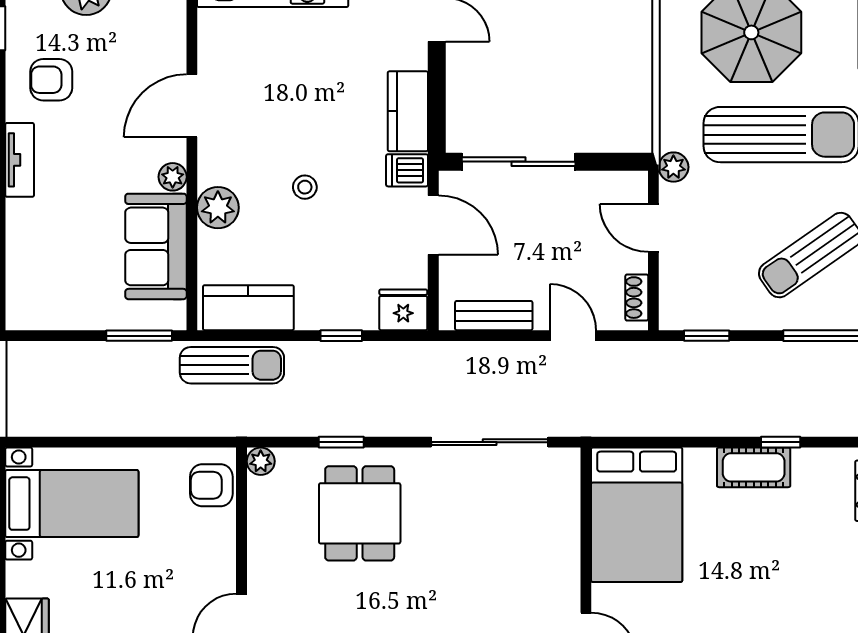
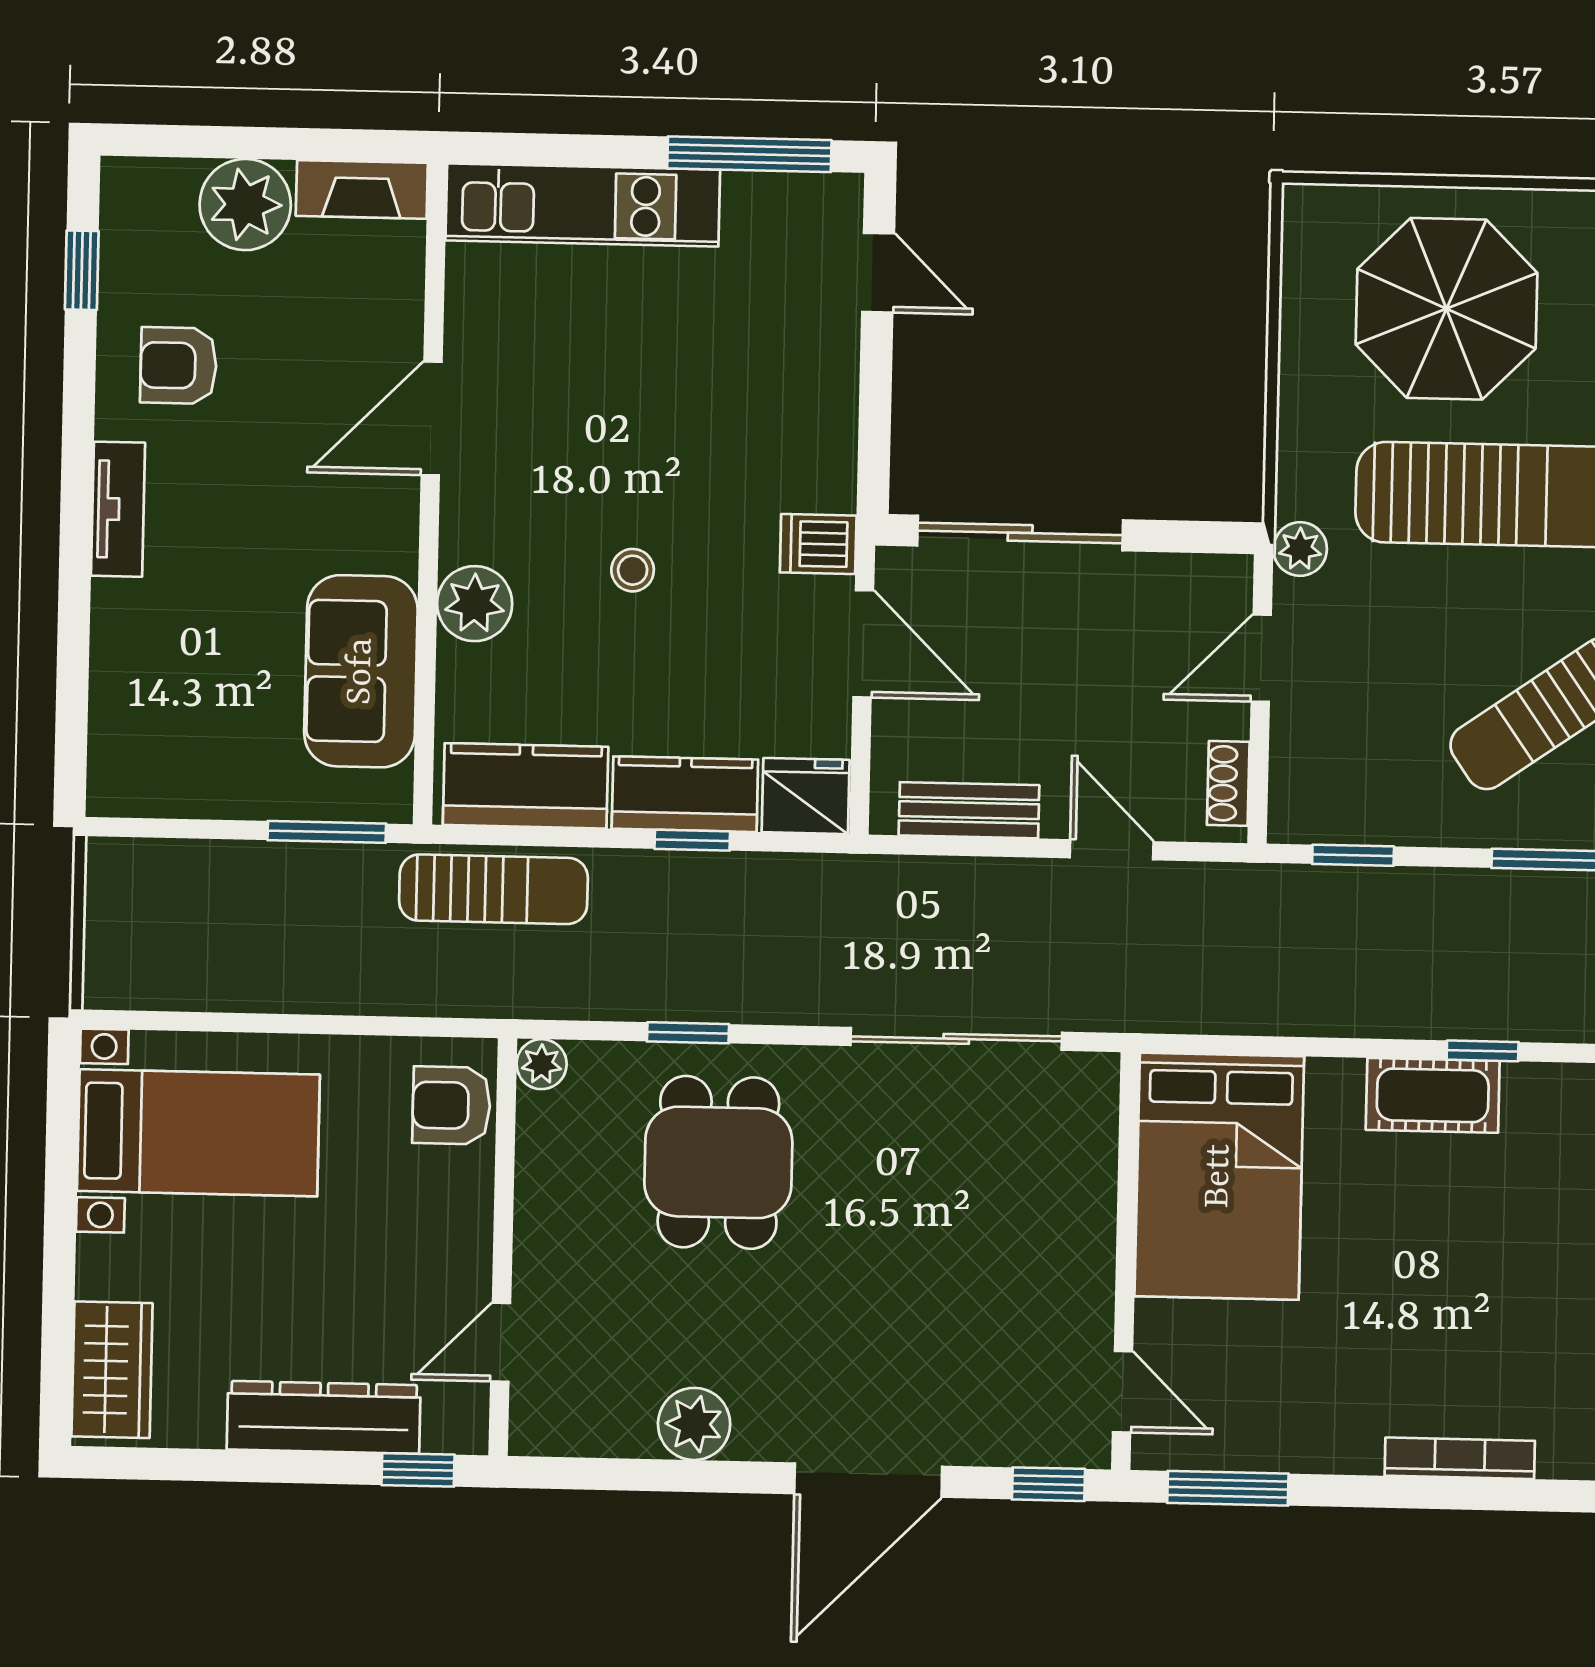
kitchen counter: (408, 111) -> (685, 794), moved, turned 90
plant: (173, 177) -> (394, 546), removed
door: (653, 228) -> (1261, 658), hinge flipped

